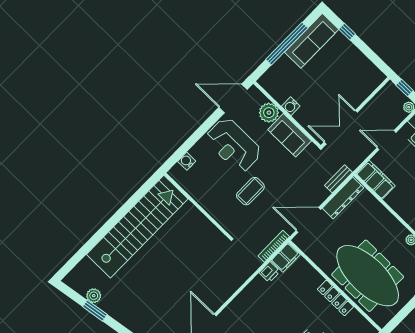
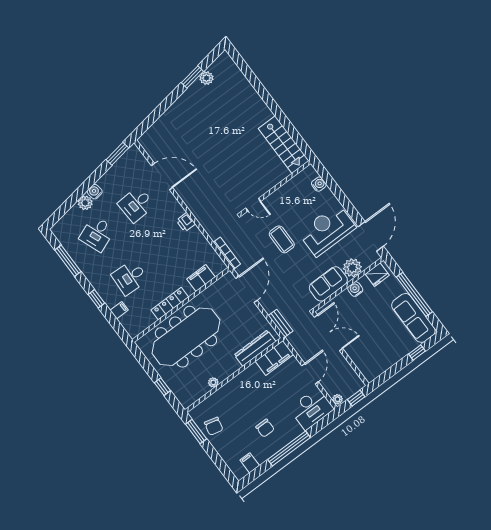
fridge: (272, 86) -> (377, 275), added
dresser: (343, 198) -> (255, 348), moved, turned 90
stairs: (137, 227) -> (284, 145), width x0.54, depth x0.66
door: (219, 227) -> (253, 205), added
filing cabinet: (286, 258) -> (201, 278), moved, turned 90
printer: (270, 272) -> (186, 222), moved

